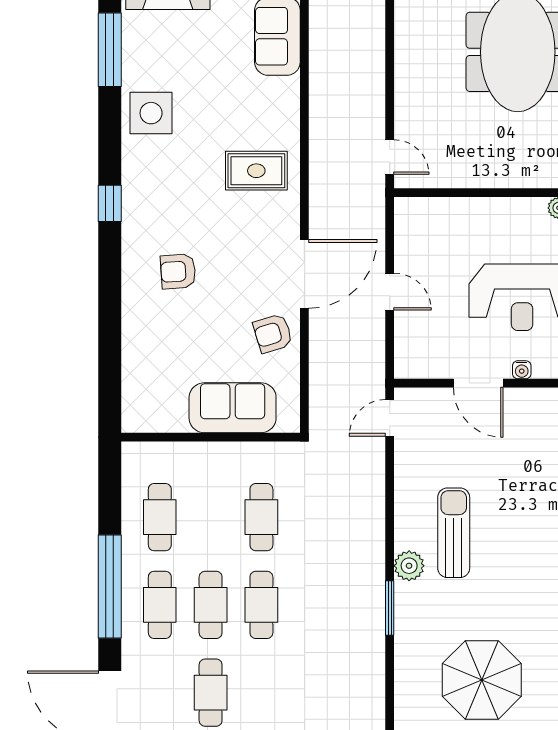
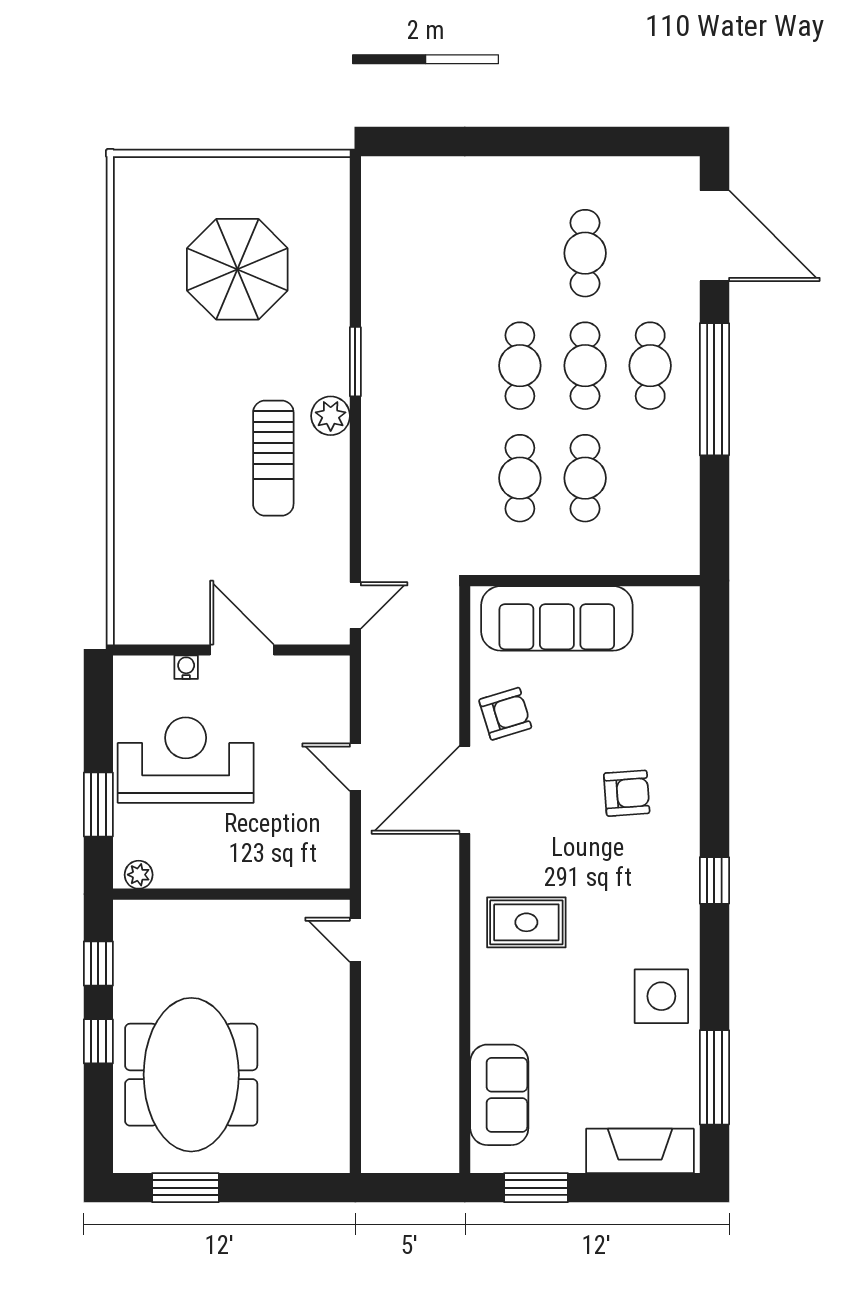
sofa: (233, 408) -> (557, 618), width x1.36
cafe table: (160, 517) -> (585, 478), moved

